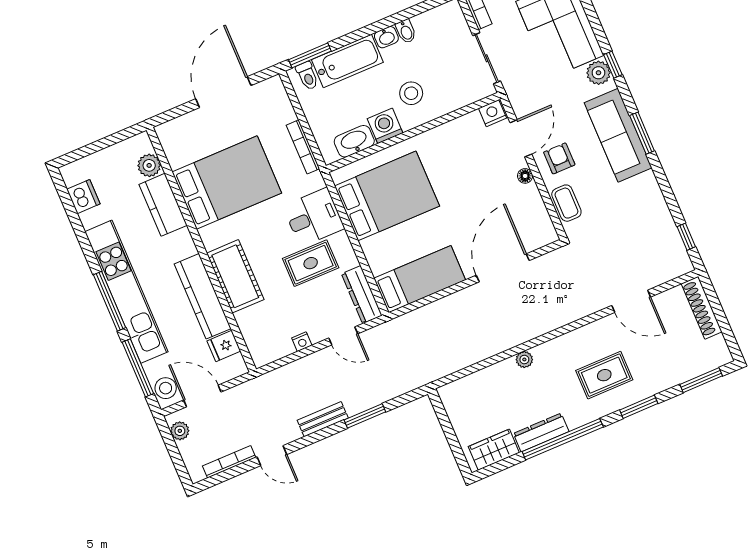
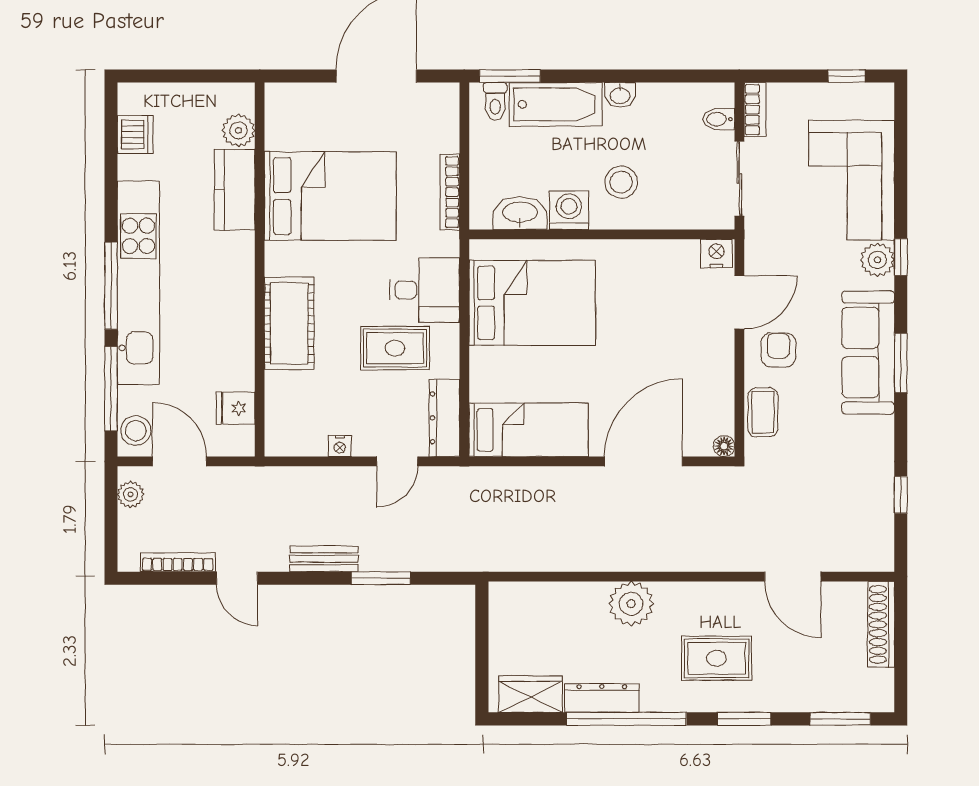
bidet: (406, 31) -> (719, 119), moved, turned 90
floor lamp: (525, 176) -> (724, 446), moved
window: (686, 237) -> (901, 495), moved
kitchen counter: (203, 296) -> (235, 331), removed
door: (343, 336) -> (397, 461), hinge flipped
plant: (524, 359) -> (631, 604), width x1.87, depth x1.87

